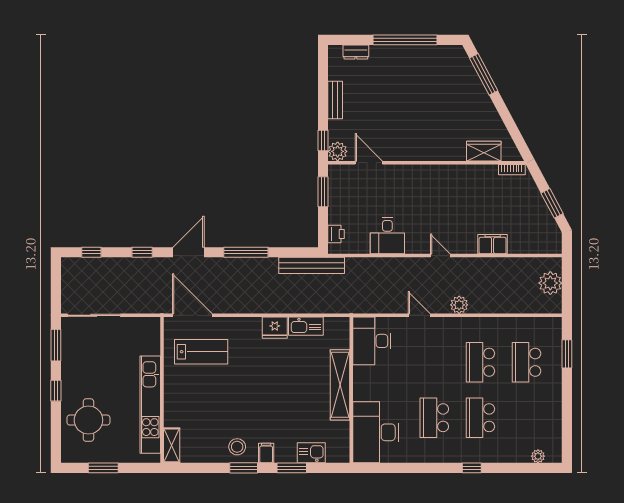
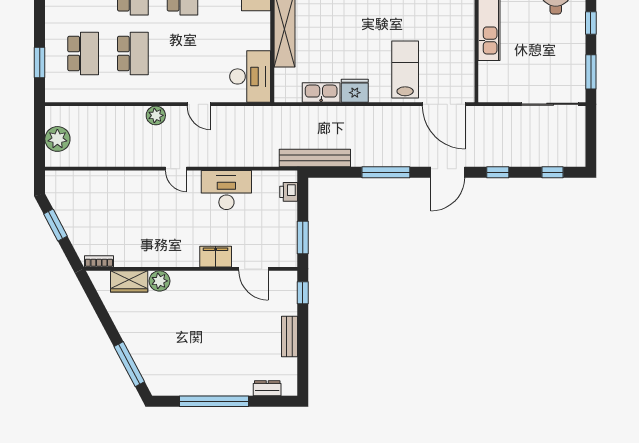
plant: (338, 151) -> (159, 281), moved
desk: (387, 236) -> (226, 190), width x1.37
filing cabinet: (493, 244) -> (216, 257), moved, turned 180
lab bench: (201, 352) -> (405, 70), moved, turned 90

